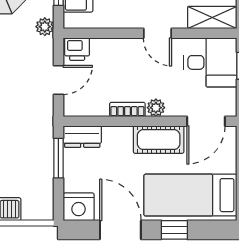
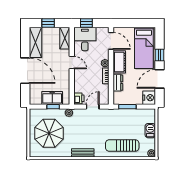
door: (157, 33) -> (72, 62), hinge flipped
door: (58, 80) -> (93, 107), hinge flipped
dresser: (82, 137) -> (118, 83), moved

